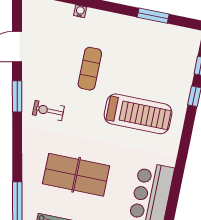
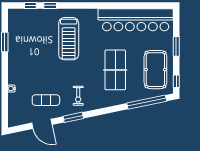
exercise mat: (90, 69) -> (46, 100), moved
treadmill: (138, 114) -> (69, 39), turned 180

